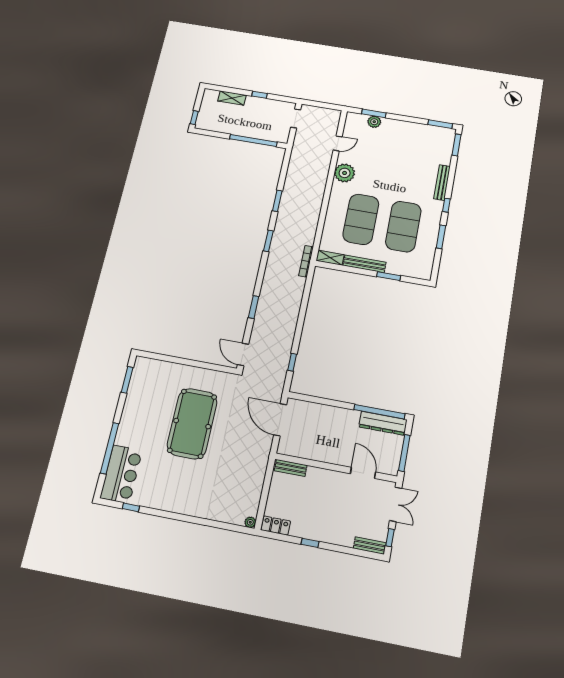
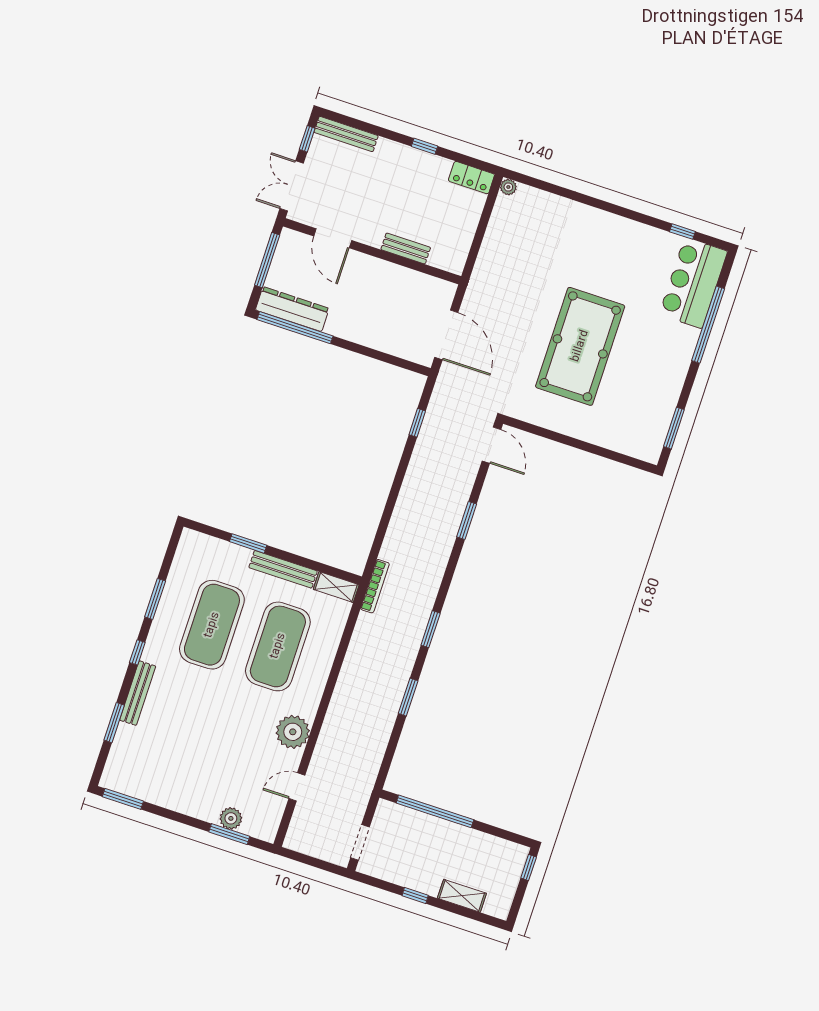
window: (456, 145) -> (114, 723), moved
bench: (291, 468) -> (406, 248), moved
bench: (370, 546) -> (346, 134), width x1.36

